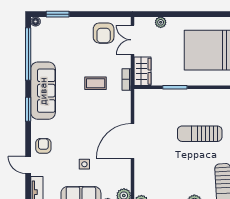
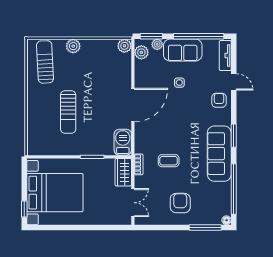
window: (58, 14) -> (205, 227), width x1.44
plant: (161, 22) -> (106, 220), removed
armchair: (104, 33) -> (180, 203), moved
barbecue: (143, 102) -> (123, 142), added
sun lounger: (200, 134) -> (68, 112), turned 90
armchair: (43, 146) -> (219, 100), turned 180

